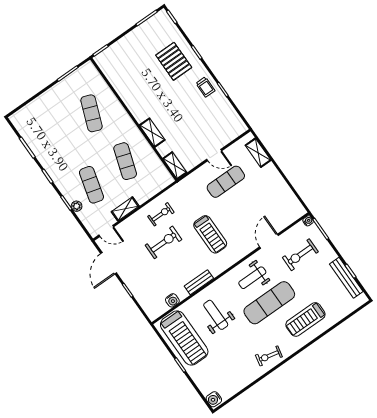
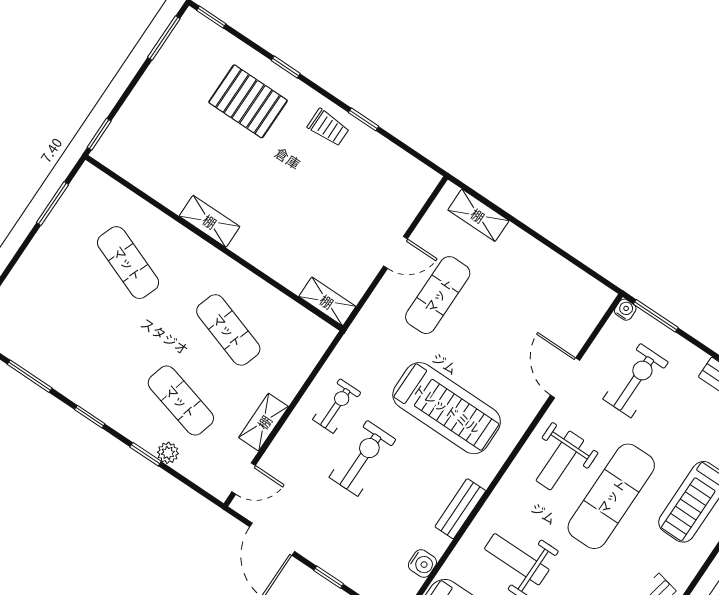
shelving: (152, 133) -> (210, 221), moved
treadmill: (210, 234) -> (447, 408), width x1.37, depth x1.38
exercise bike: (300, 255) -> (636, 381), turned 180

